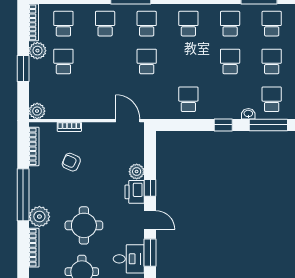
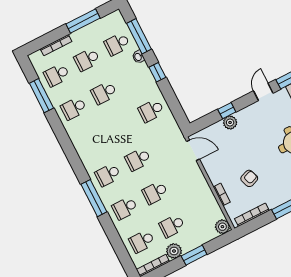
school desk: (188, 24) -> (155, 193), moved
door: (128, 121) -> (193, 150), swing flipped
armchair: (71, 162) -> (249, 178), turned -134
window: (150, 188) -> (227, 111), moved
printer: (135, 192) -> (247, 116), removed

